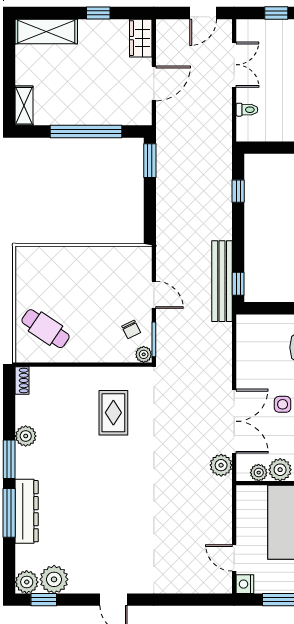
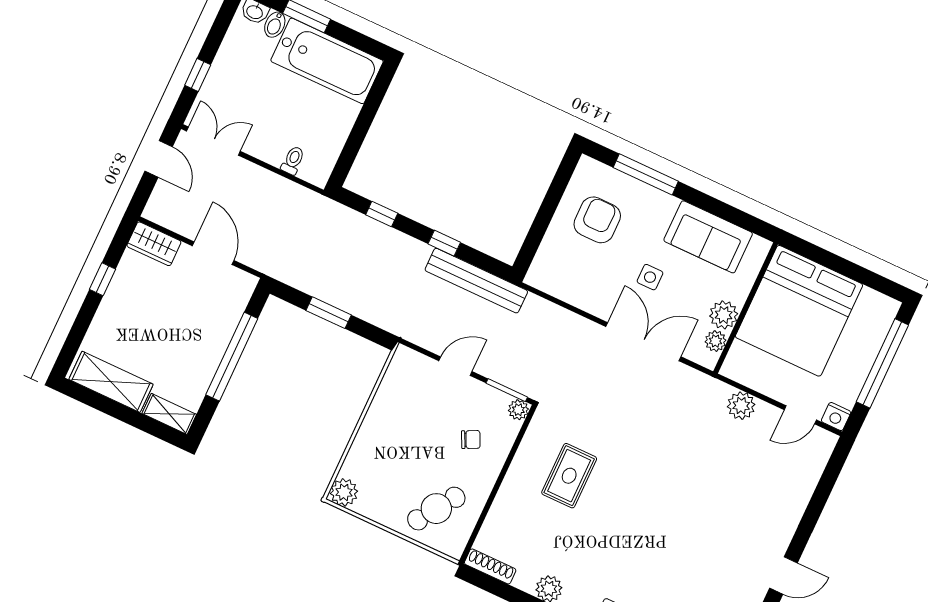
shelving: (46, 31) -> (111, 382), moved, turned 90
double door: (234, 65) -> (213, 141), moved
window: (150, 161) -> (329, 313), moved
plant: (26, 257) -> (344, 492), added
window: (238, 284) -> (444, 243), moved
chair: (131, 329) -> (471, 440), moved
shoe rack: (22, 380) -> (490, 566), width x1.43
rug: (113, 413) -> (569, 476), turned 90
plant: (221, 465) -> (741, 406), moved

